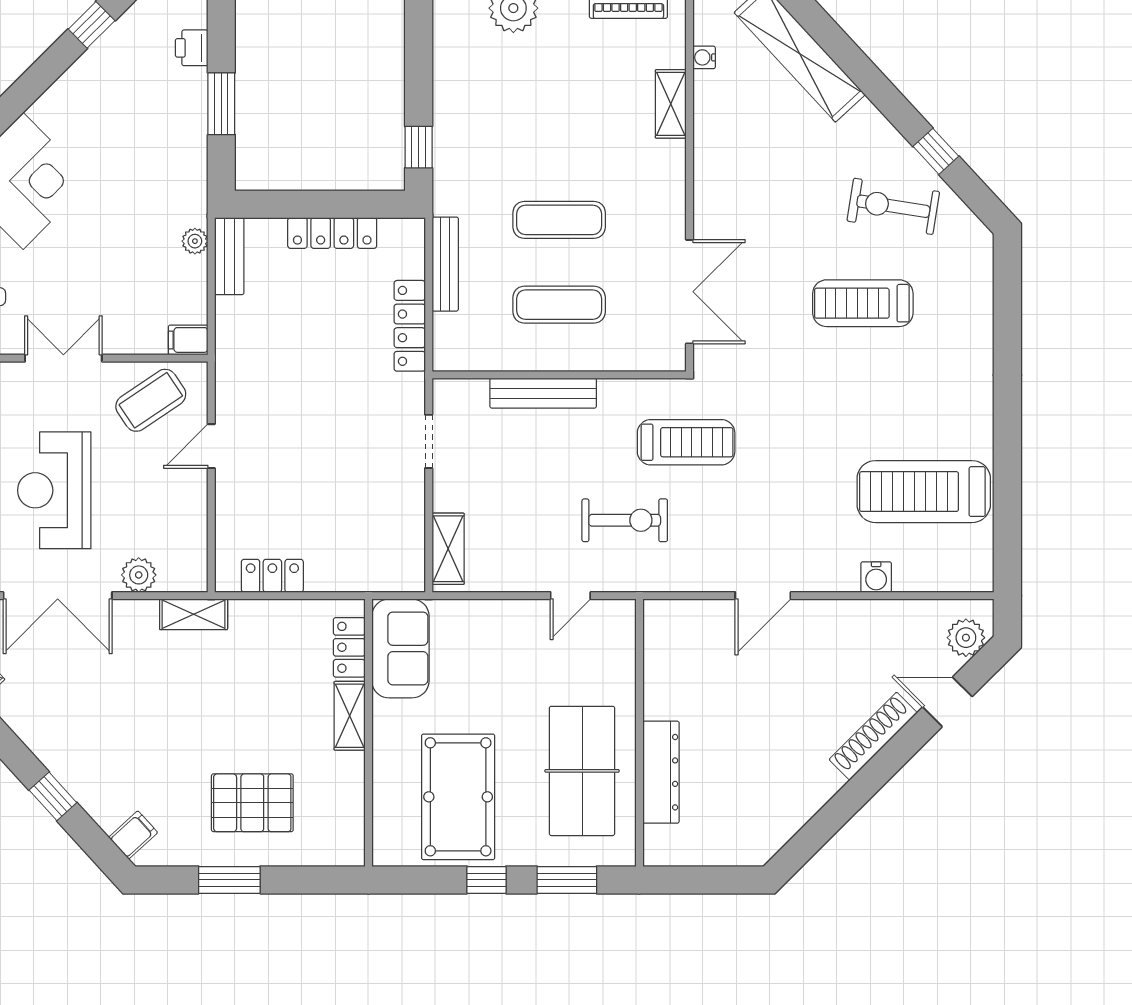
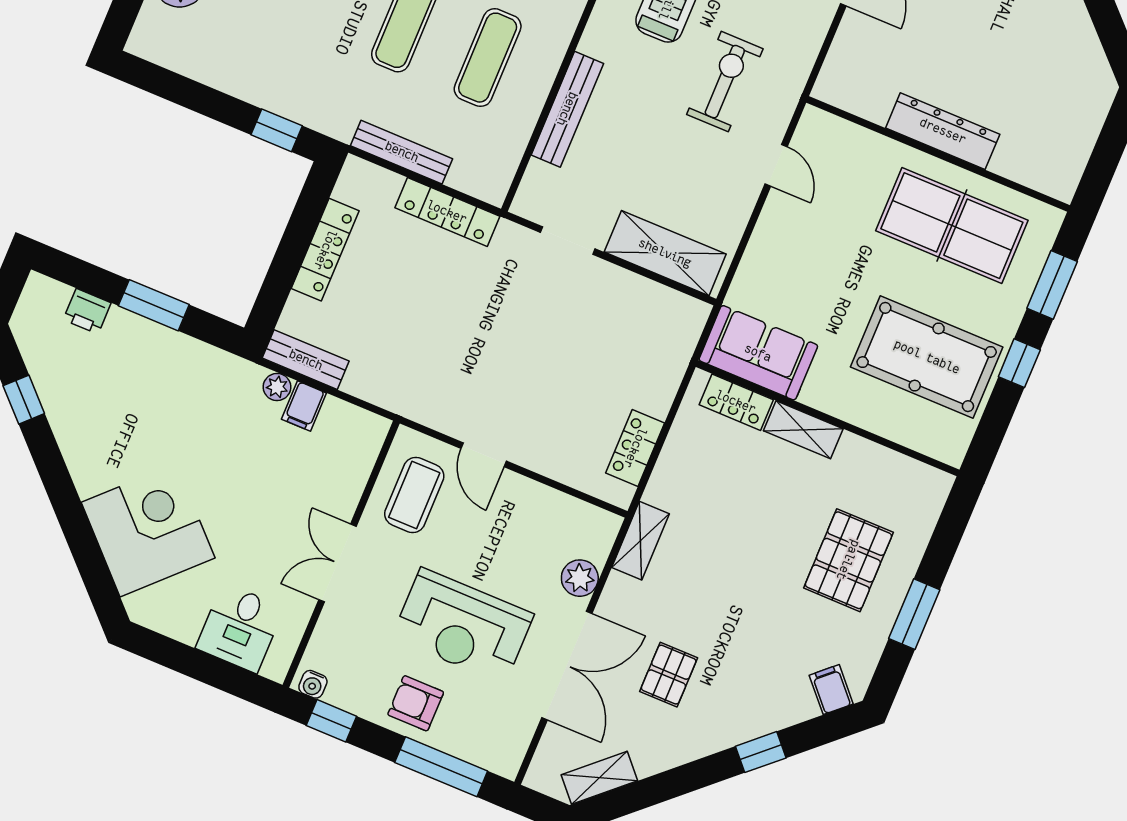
filing cabinet: (188, 340) -> (304, 406), moved
coffee table: (151, 400) -> (414, 495), turned 34
shelving: (448, 549) -> (665, 253), width x1.50, depth x1.33
pallet: (87, 688) -> (669, 675), added
dresser: (661, 772) -> (943, 131), moved

